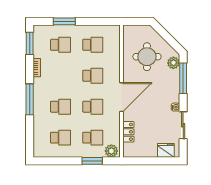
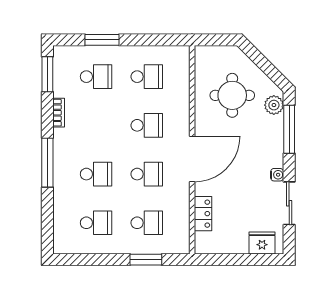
plant: (111, 151) -> (176, 244), removed

